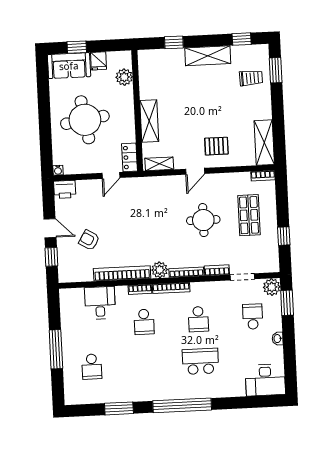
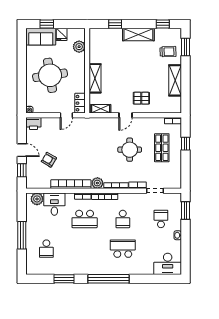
shelving: (264, 143) -> (175, 80), moved
window: (284, 236) -> (186, 144), moved
plant: (272, 287) -> (37, 199), moved
school desk: (144, 322) -> (85, 219), width x1.85

